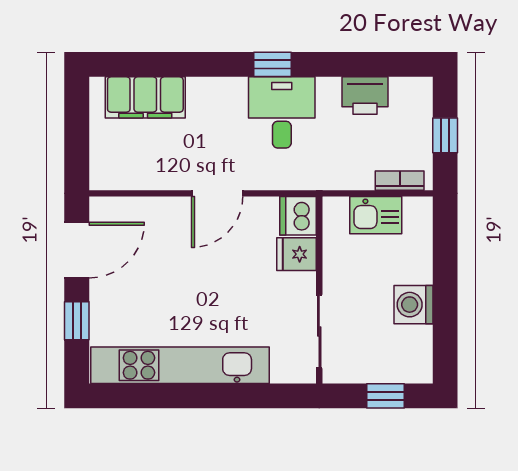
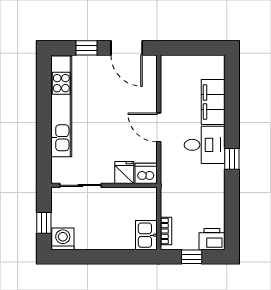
printer: (365, 96) -> (212, 239), moved, turned 90
filing cabinet: (145, 97) -> (213, 102), moved
desk: (282, 112) -> (205, 145), moved
kitchen sink: (376, 215) -> (146, 235), moved
washing machine: (413, 305) -> (63, 239), moved

